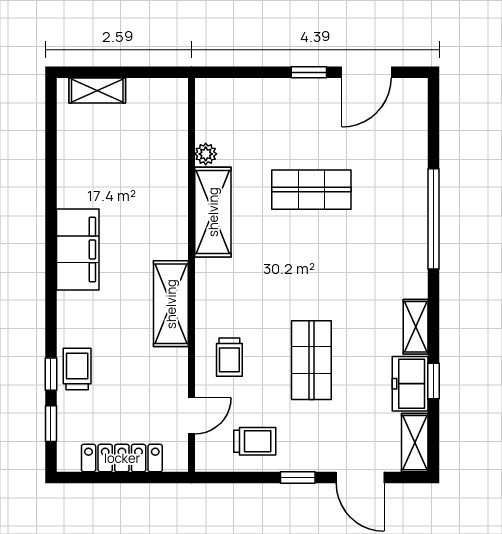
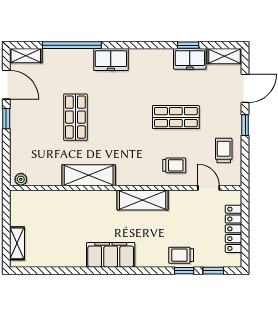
plant: (206, 154) -> (21, 179), moved
window: (434, 219) -> (72, 45), moved
freezer: (409, 250) -> (111, 60), added
shelving: (416, 327) -> (26, 56), moved

